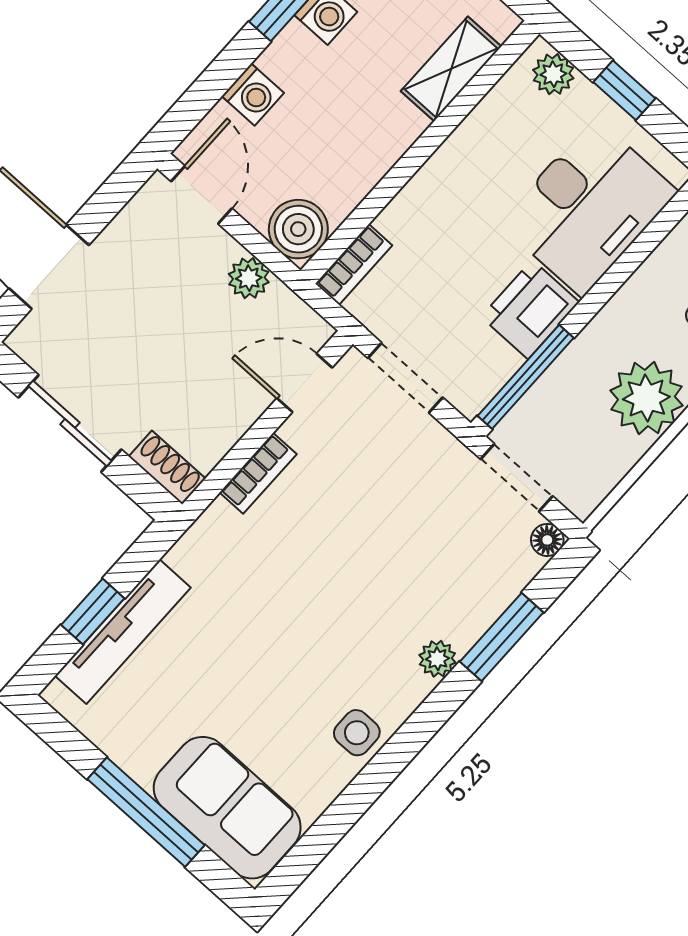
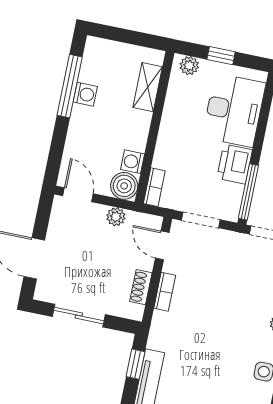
washing machine: (253, 95) -> (133, 162), moved, turned 180
door: (304, 383) -> (162, 245), hinge flipped
shoe rack: (167, 467) -> (141, 287), moved, turned -90
window: (93, 612) -> (136, 364), moved

